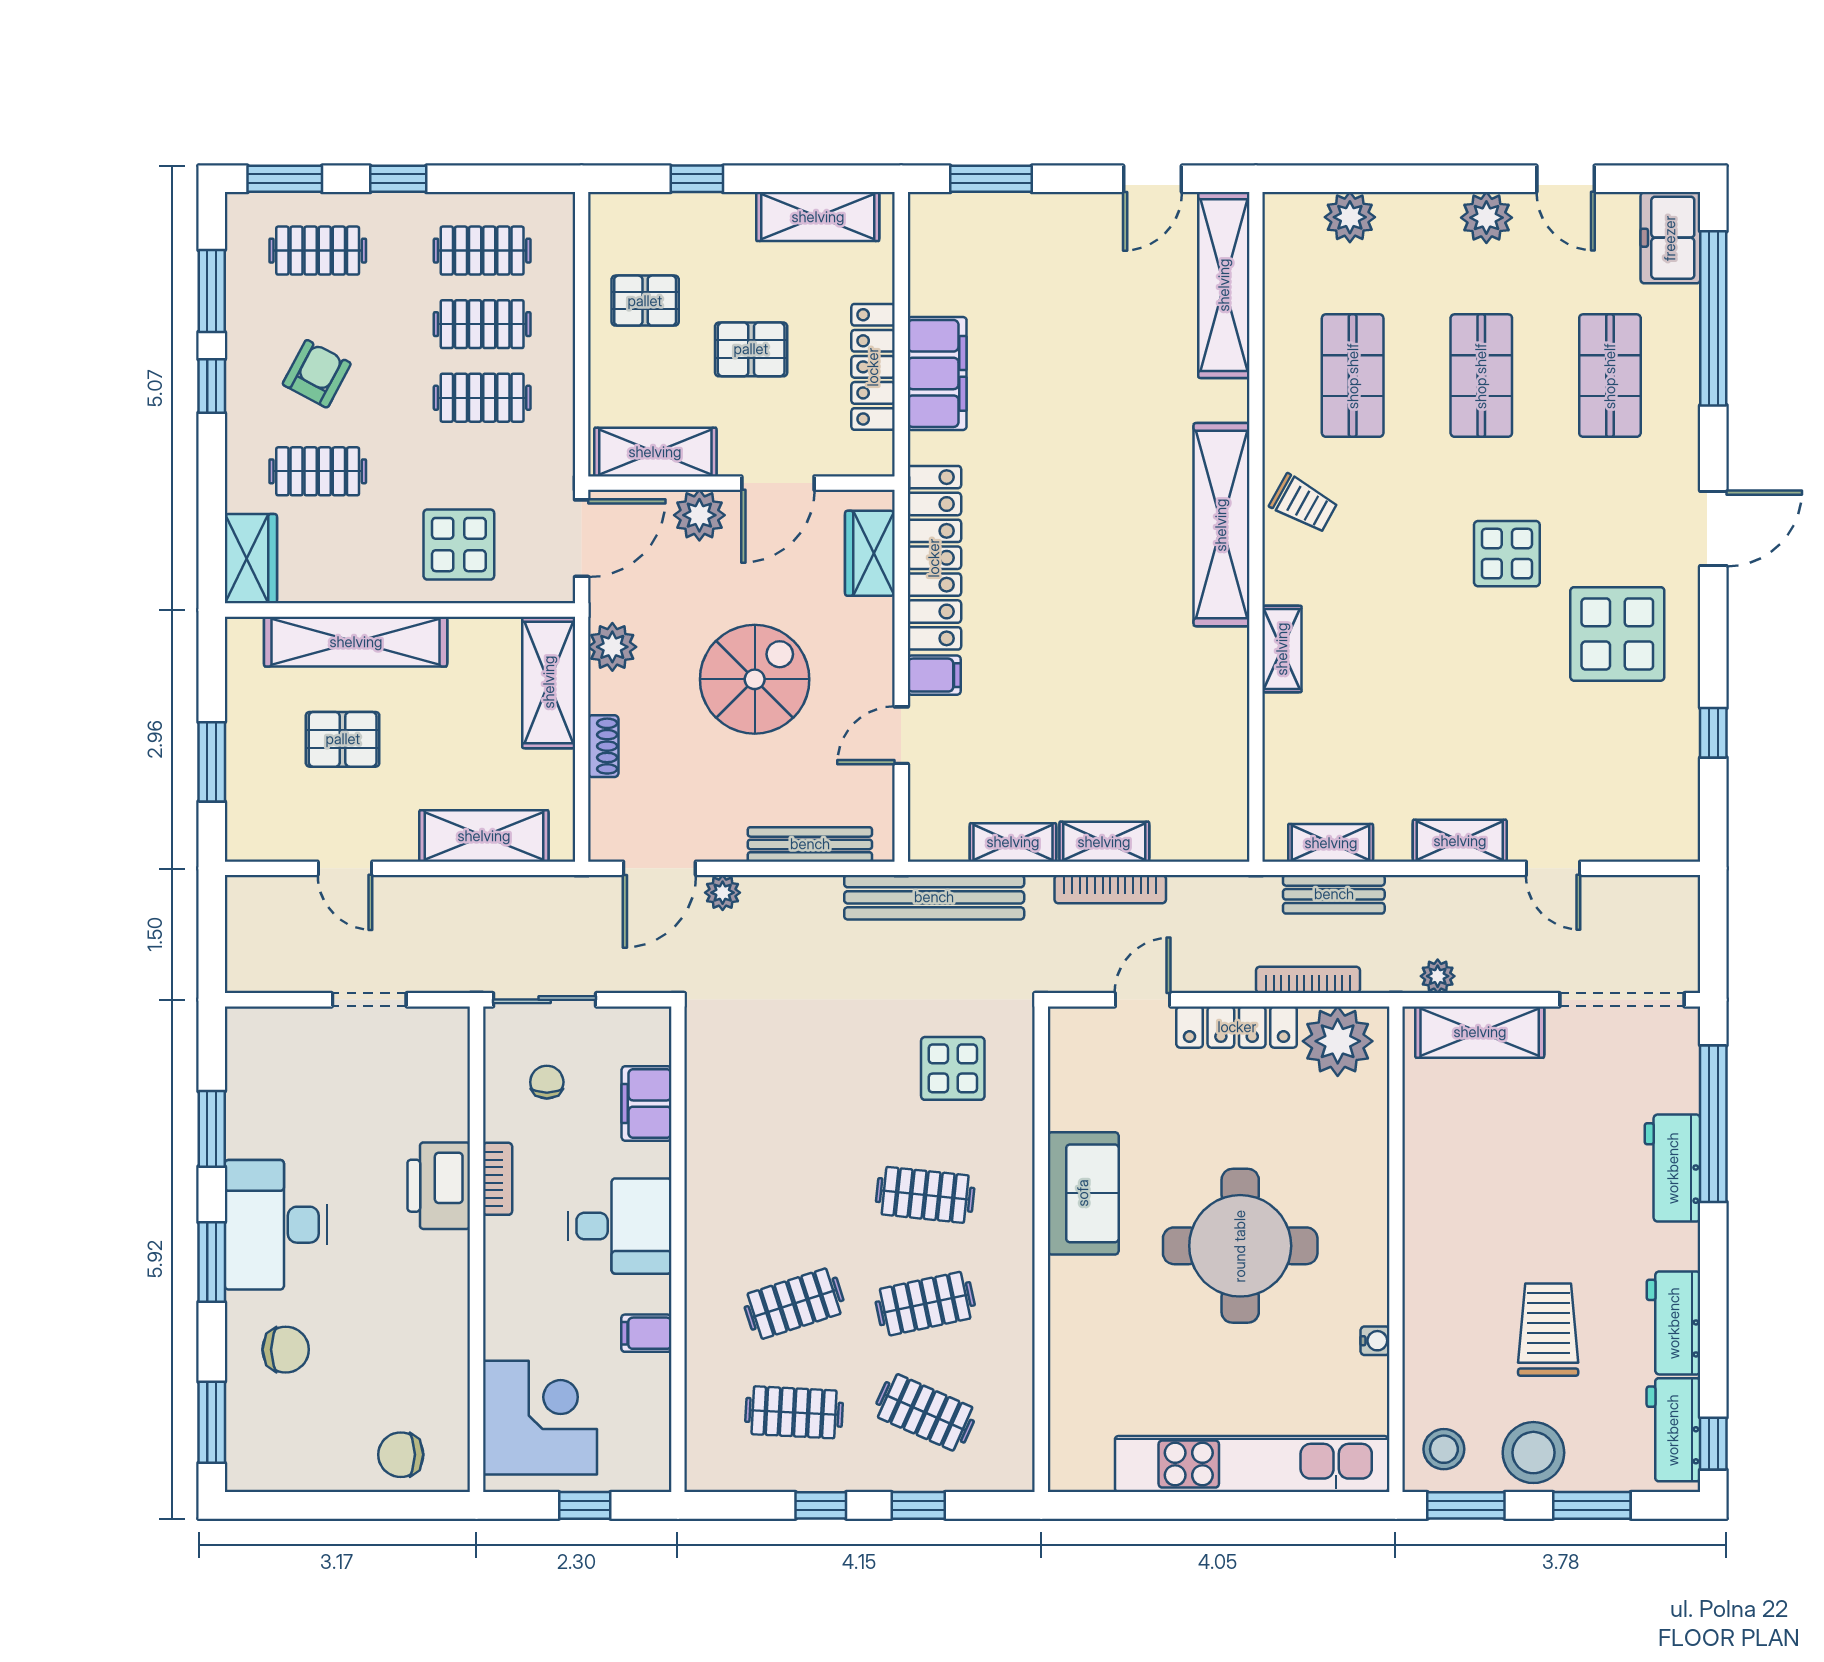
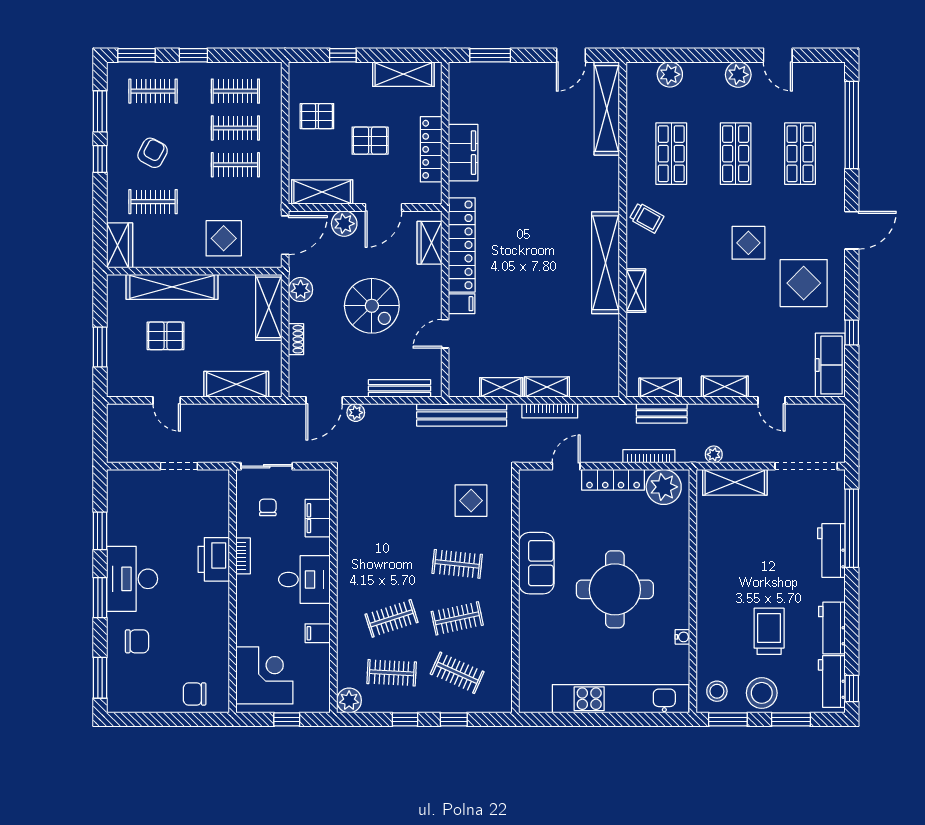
freezer: (1670, 238) -> (830, 365), moved, width x1.40
shelving: (1221, 525) -> (606, 263), moved
spiral stairs: (755, 679) -> (372, 306), turned 90
plant: (709, 1468) -> (349, 700), added

